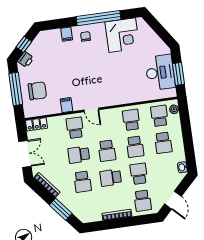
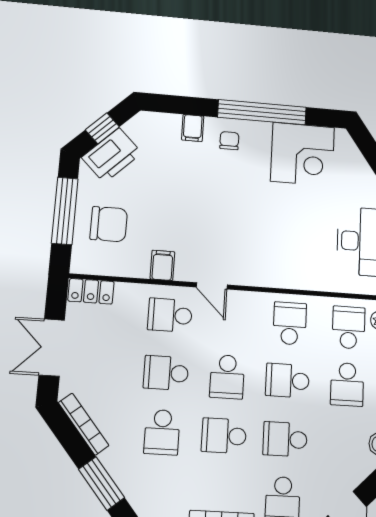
printer: (26, 60) -> (112, 155), width x1.87, depth x1.48
school desk: (75, 128) -> (170, 315), turned -90
school desk: (135, 147) -> (287, 381), turned 90
double door: (25, 154) -> (52, 348), swing flipped
school desk: (139, 174) -> (285, 439), turned -90

